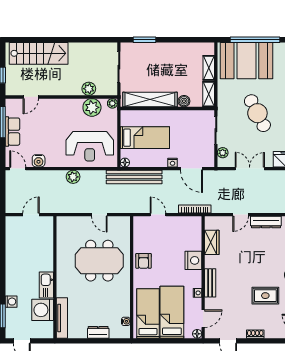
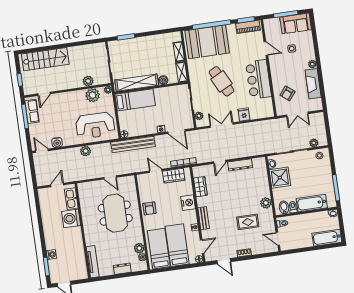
row of seats: (12, 132) -> (32, 111), moved
bed: (145, 138) -> (135, 100), moved
wardrobe: (180, 224) -> (174, 176), added
meeting table: (99, 261) -> (115, 213), turned 90
kitchen sink: (46, 285) -> (71, 199), moved
plant: (123, 309) -> (139, 248), added
washing machine: (43, 310) -> (71, 218), moved

